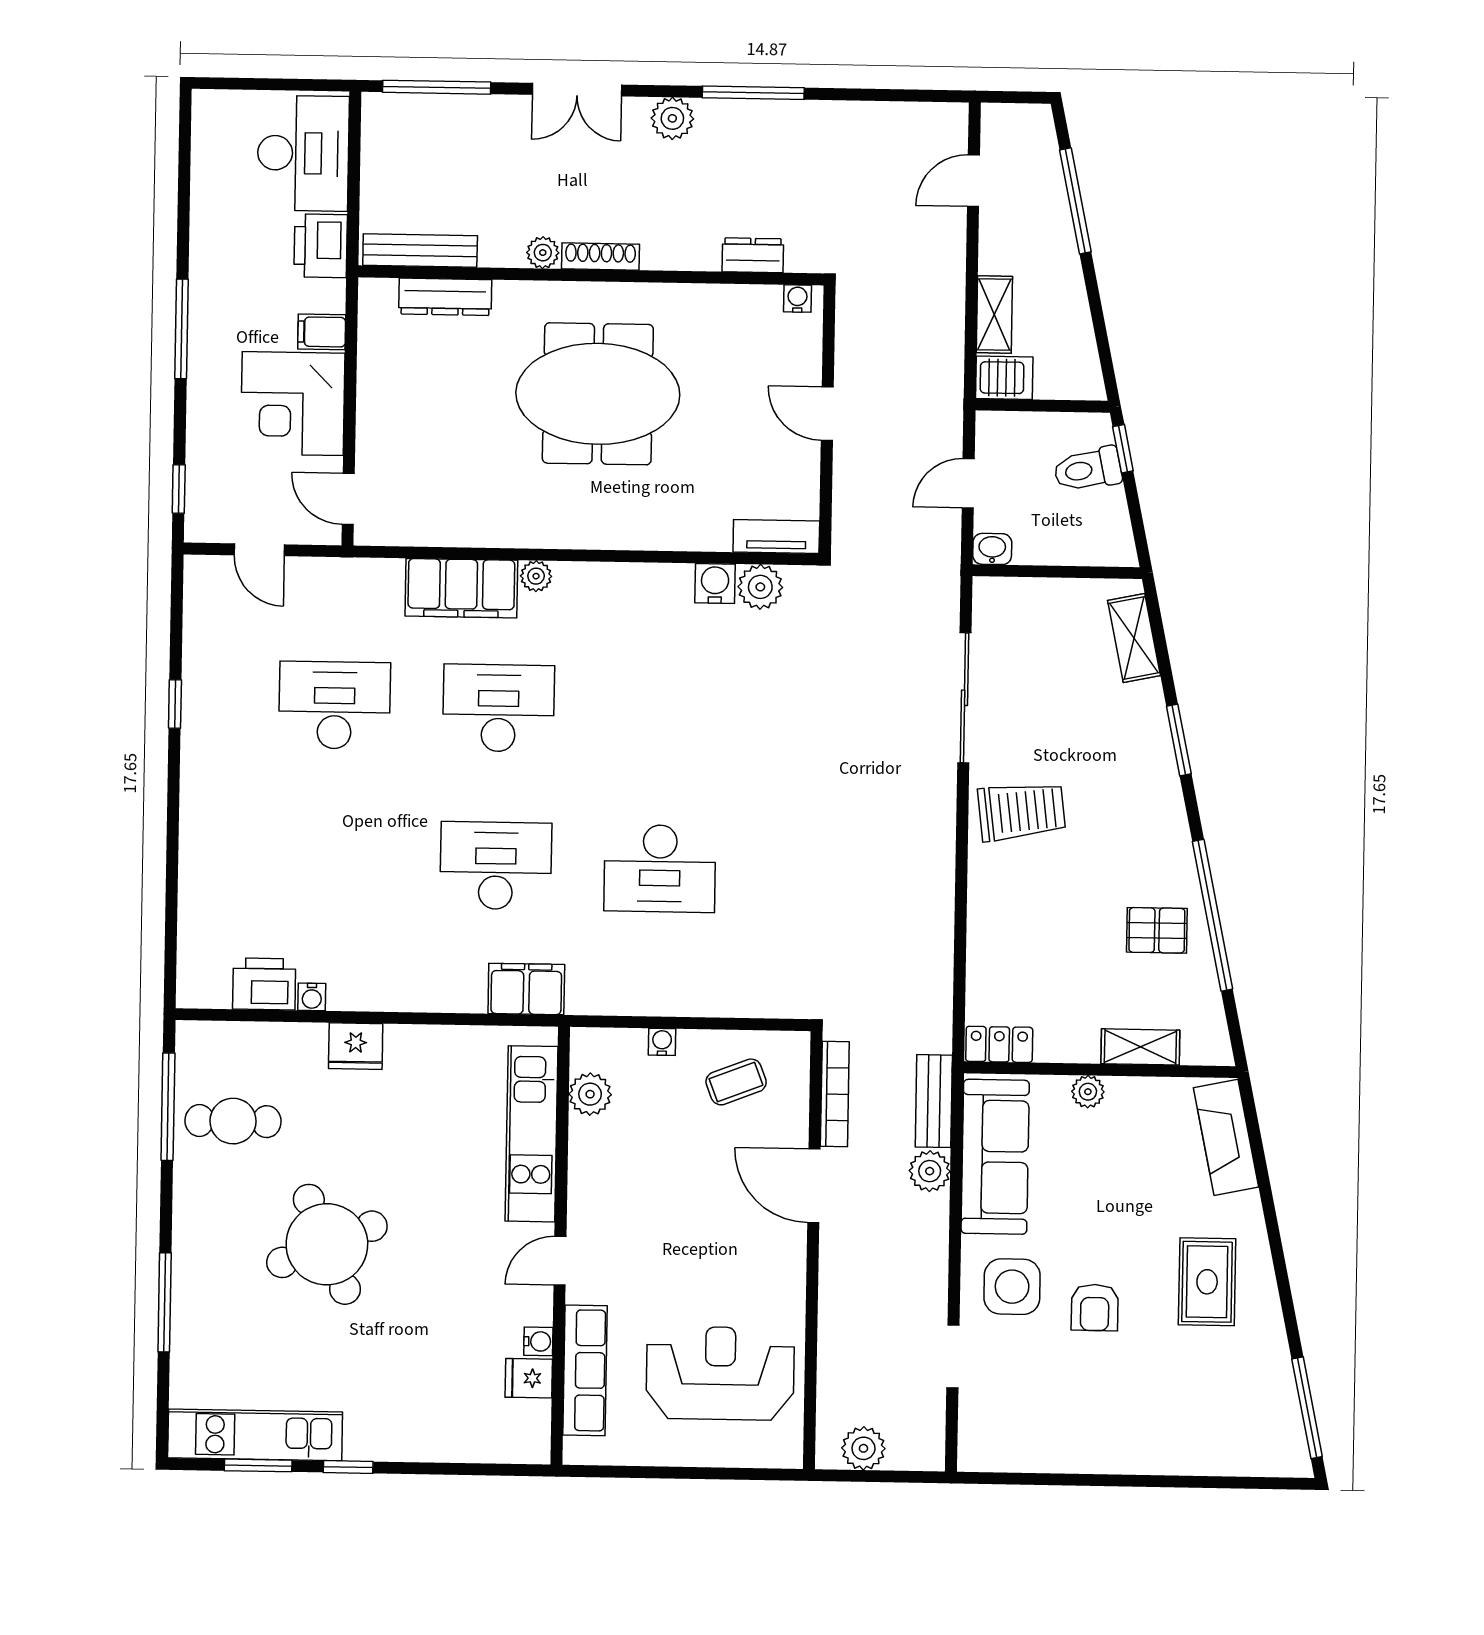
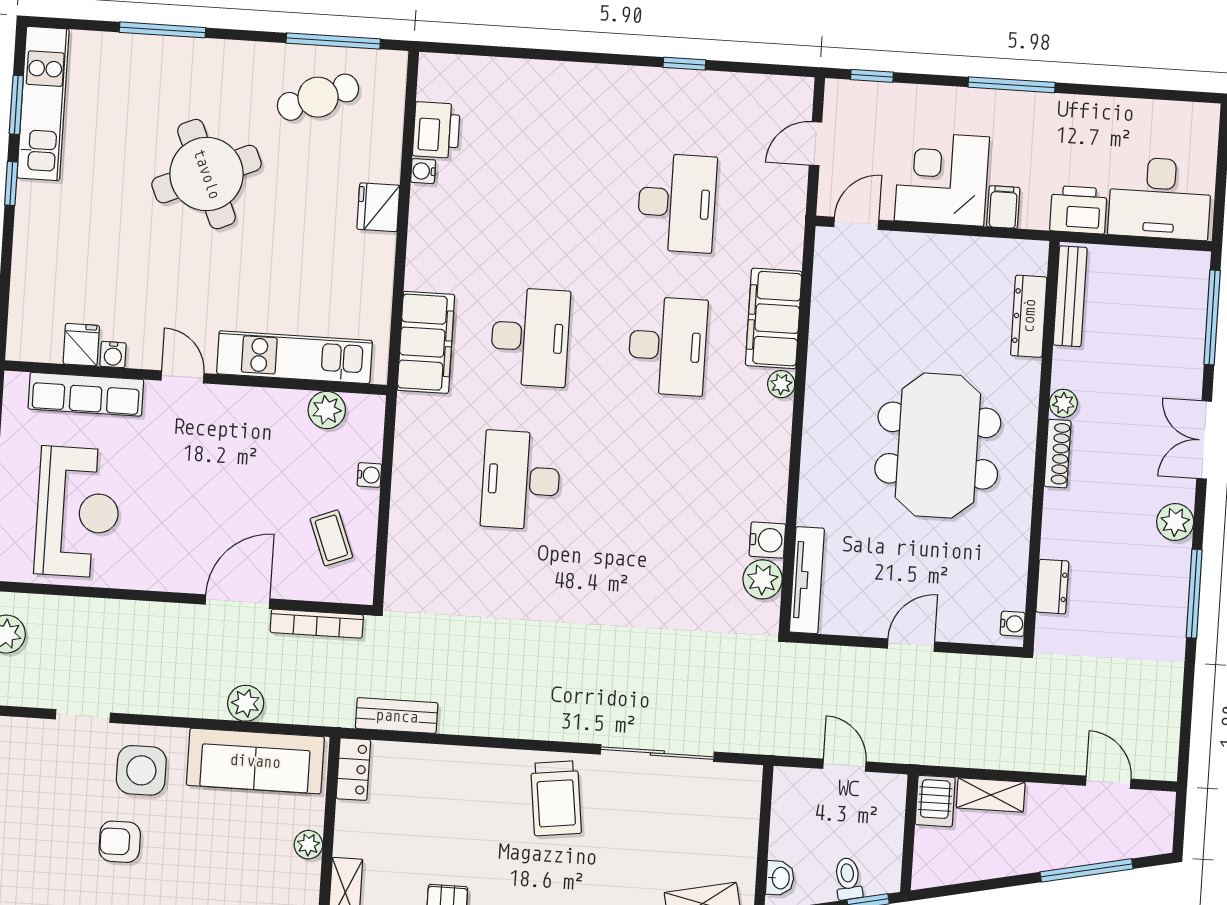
toilet: (1088, 469) -> (848, 879), width x0.73, depth x0.72
tv unit: (776, 537) -> (807, 580), width x1.41
washbasin: (992, 549) -> (780, 878), moved
filing cabinet: (526, 989) -> (426, 342), width x1.50, depth x1.17
bench: (934, 1101) -> (397, 716), moved
cafe table: (233, 1121) -> (318, 97), turned 68

